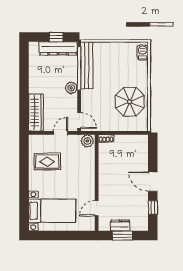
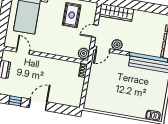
plant: (71, 88) -> (117, 45), moved
parasol: (130, 102) -> (112, 97), removed
door: (61, 133) -> (95, 31), swing flipped

